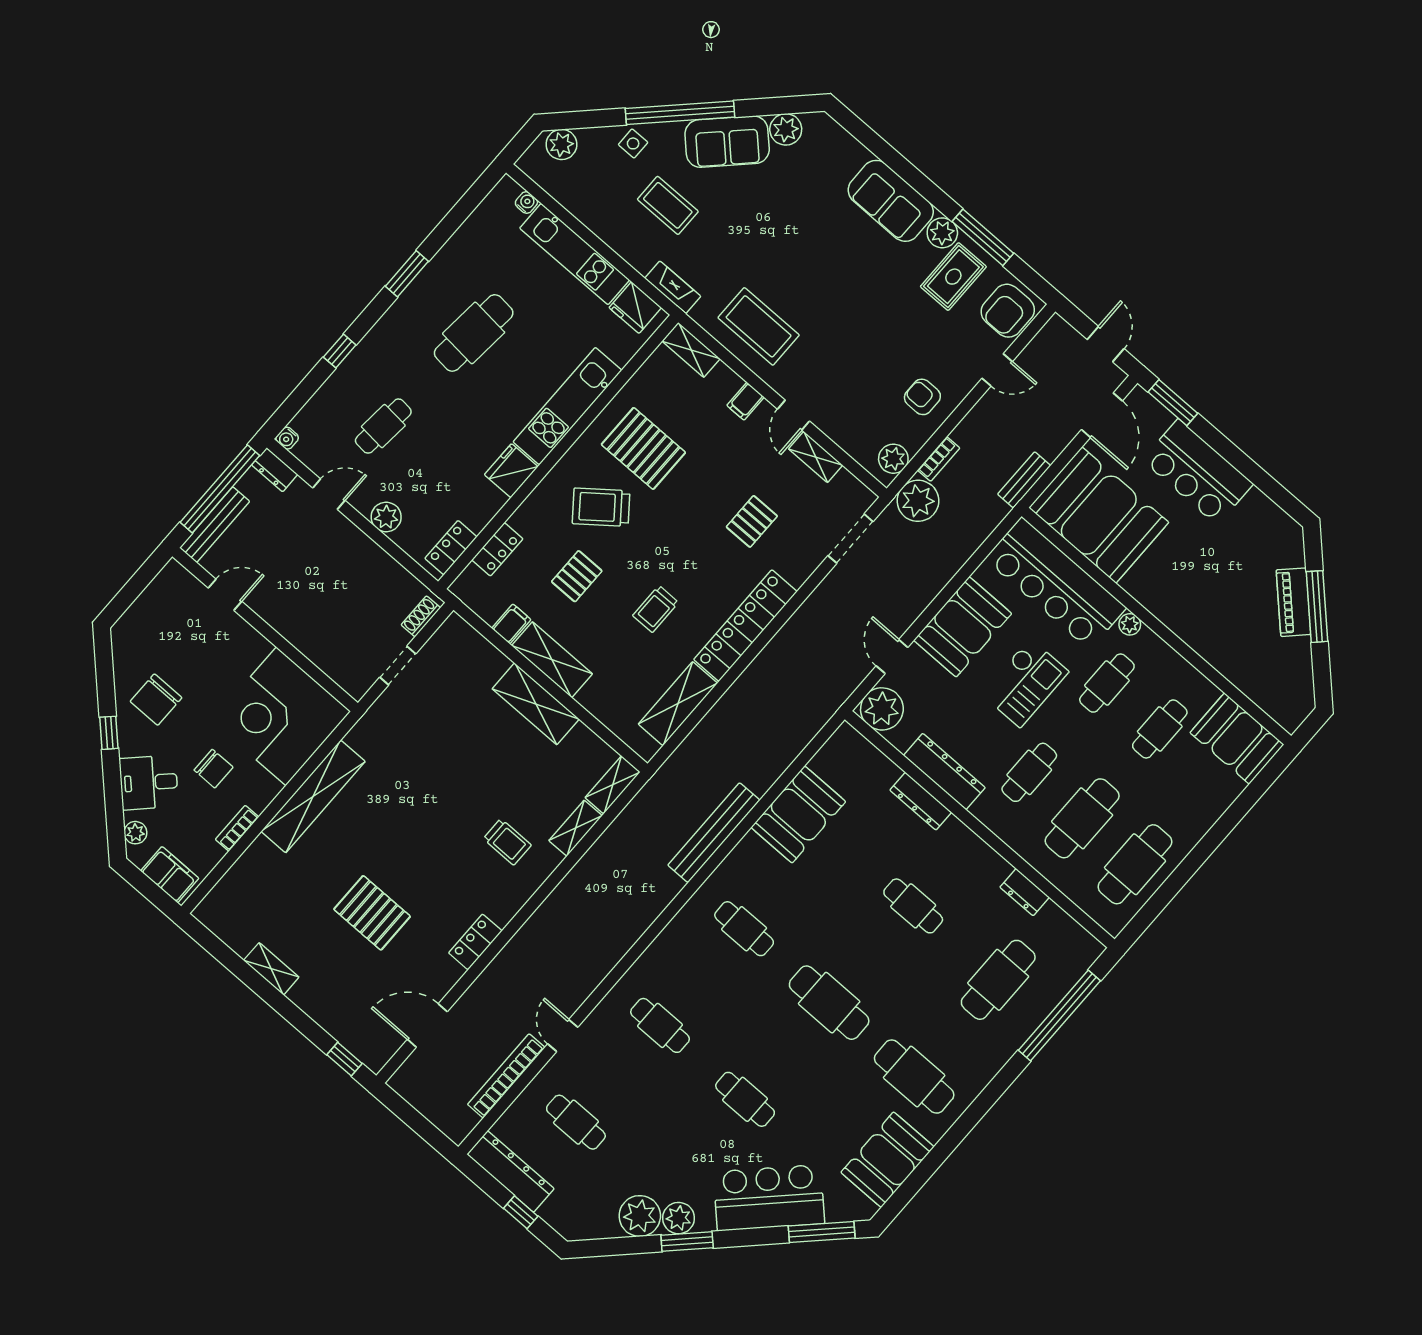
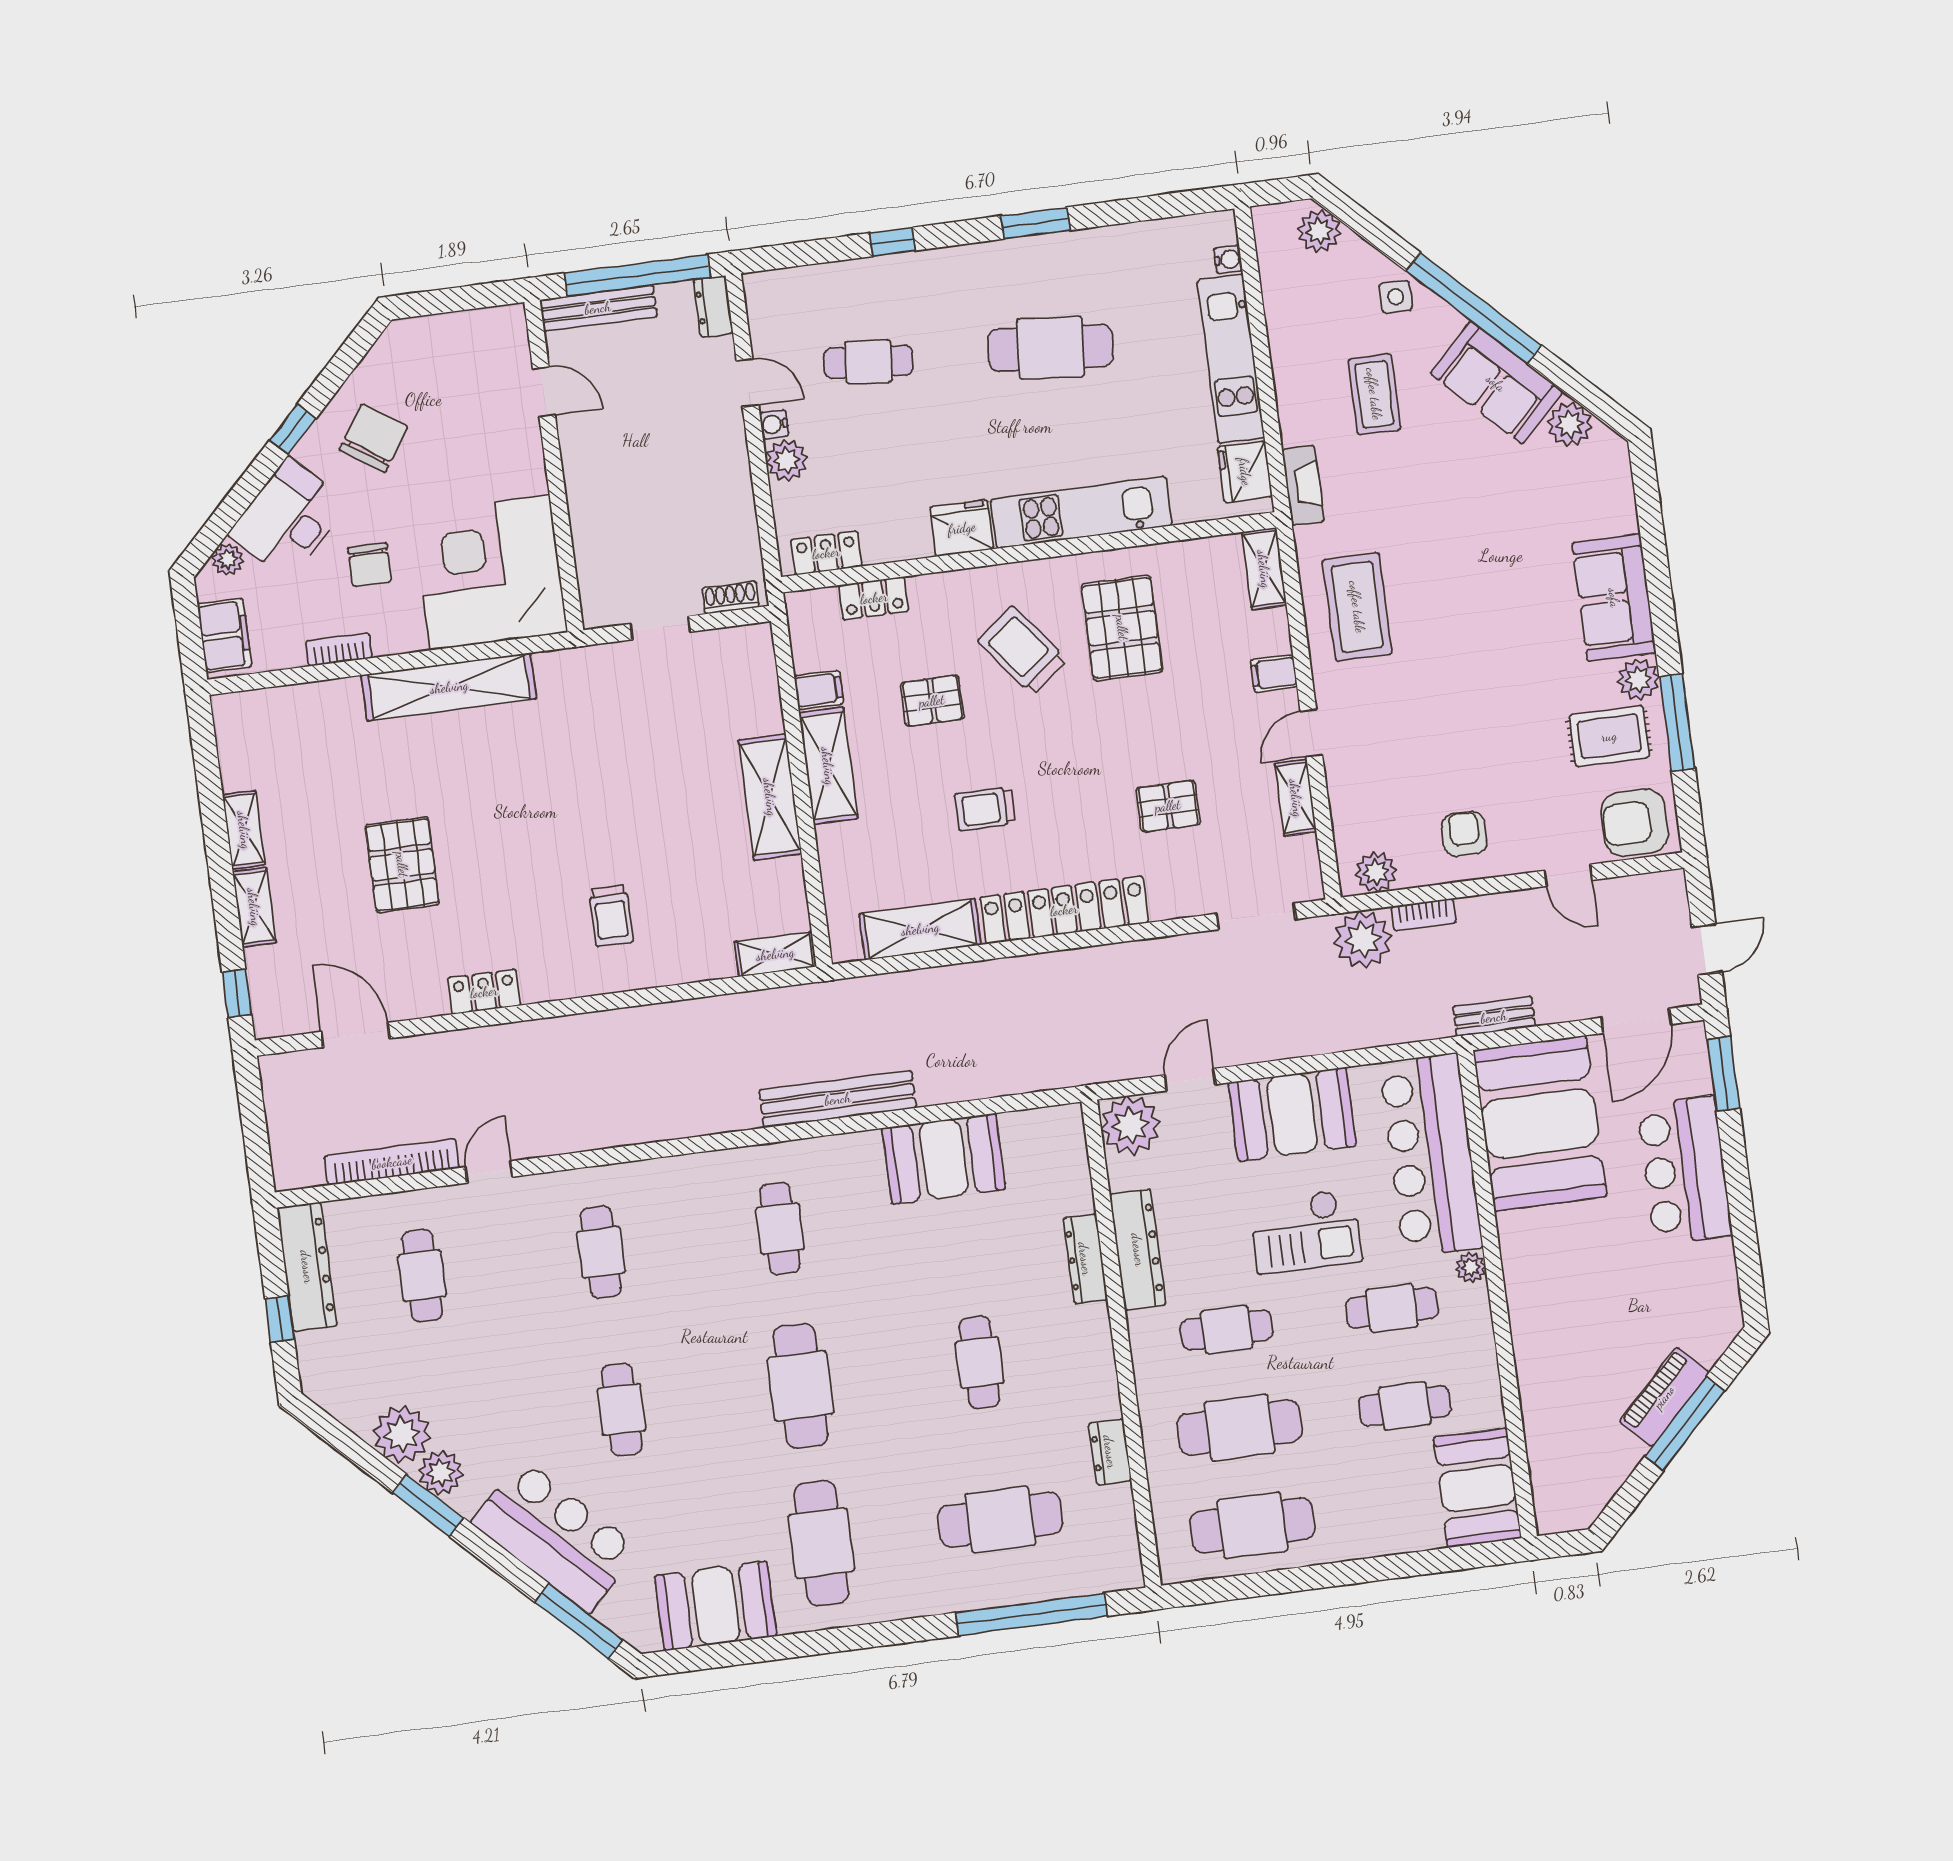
water cooler: (287, 438) -> (774, 424), moved
chair: (156, 700) -> (374, 438), turned 124
desk: (149, 782) -> (288, 519), width x1.37
shelving: (576, 828) -> (254, 907), moved, turned 90

